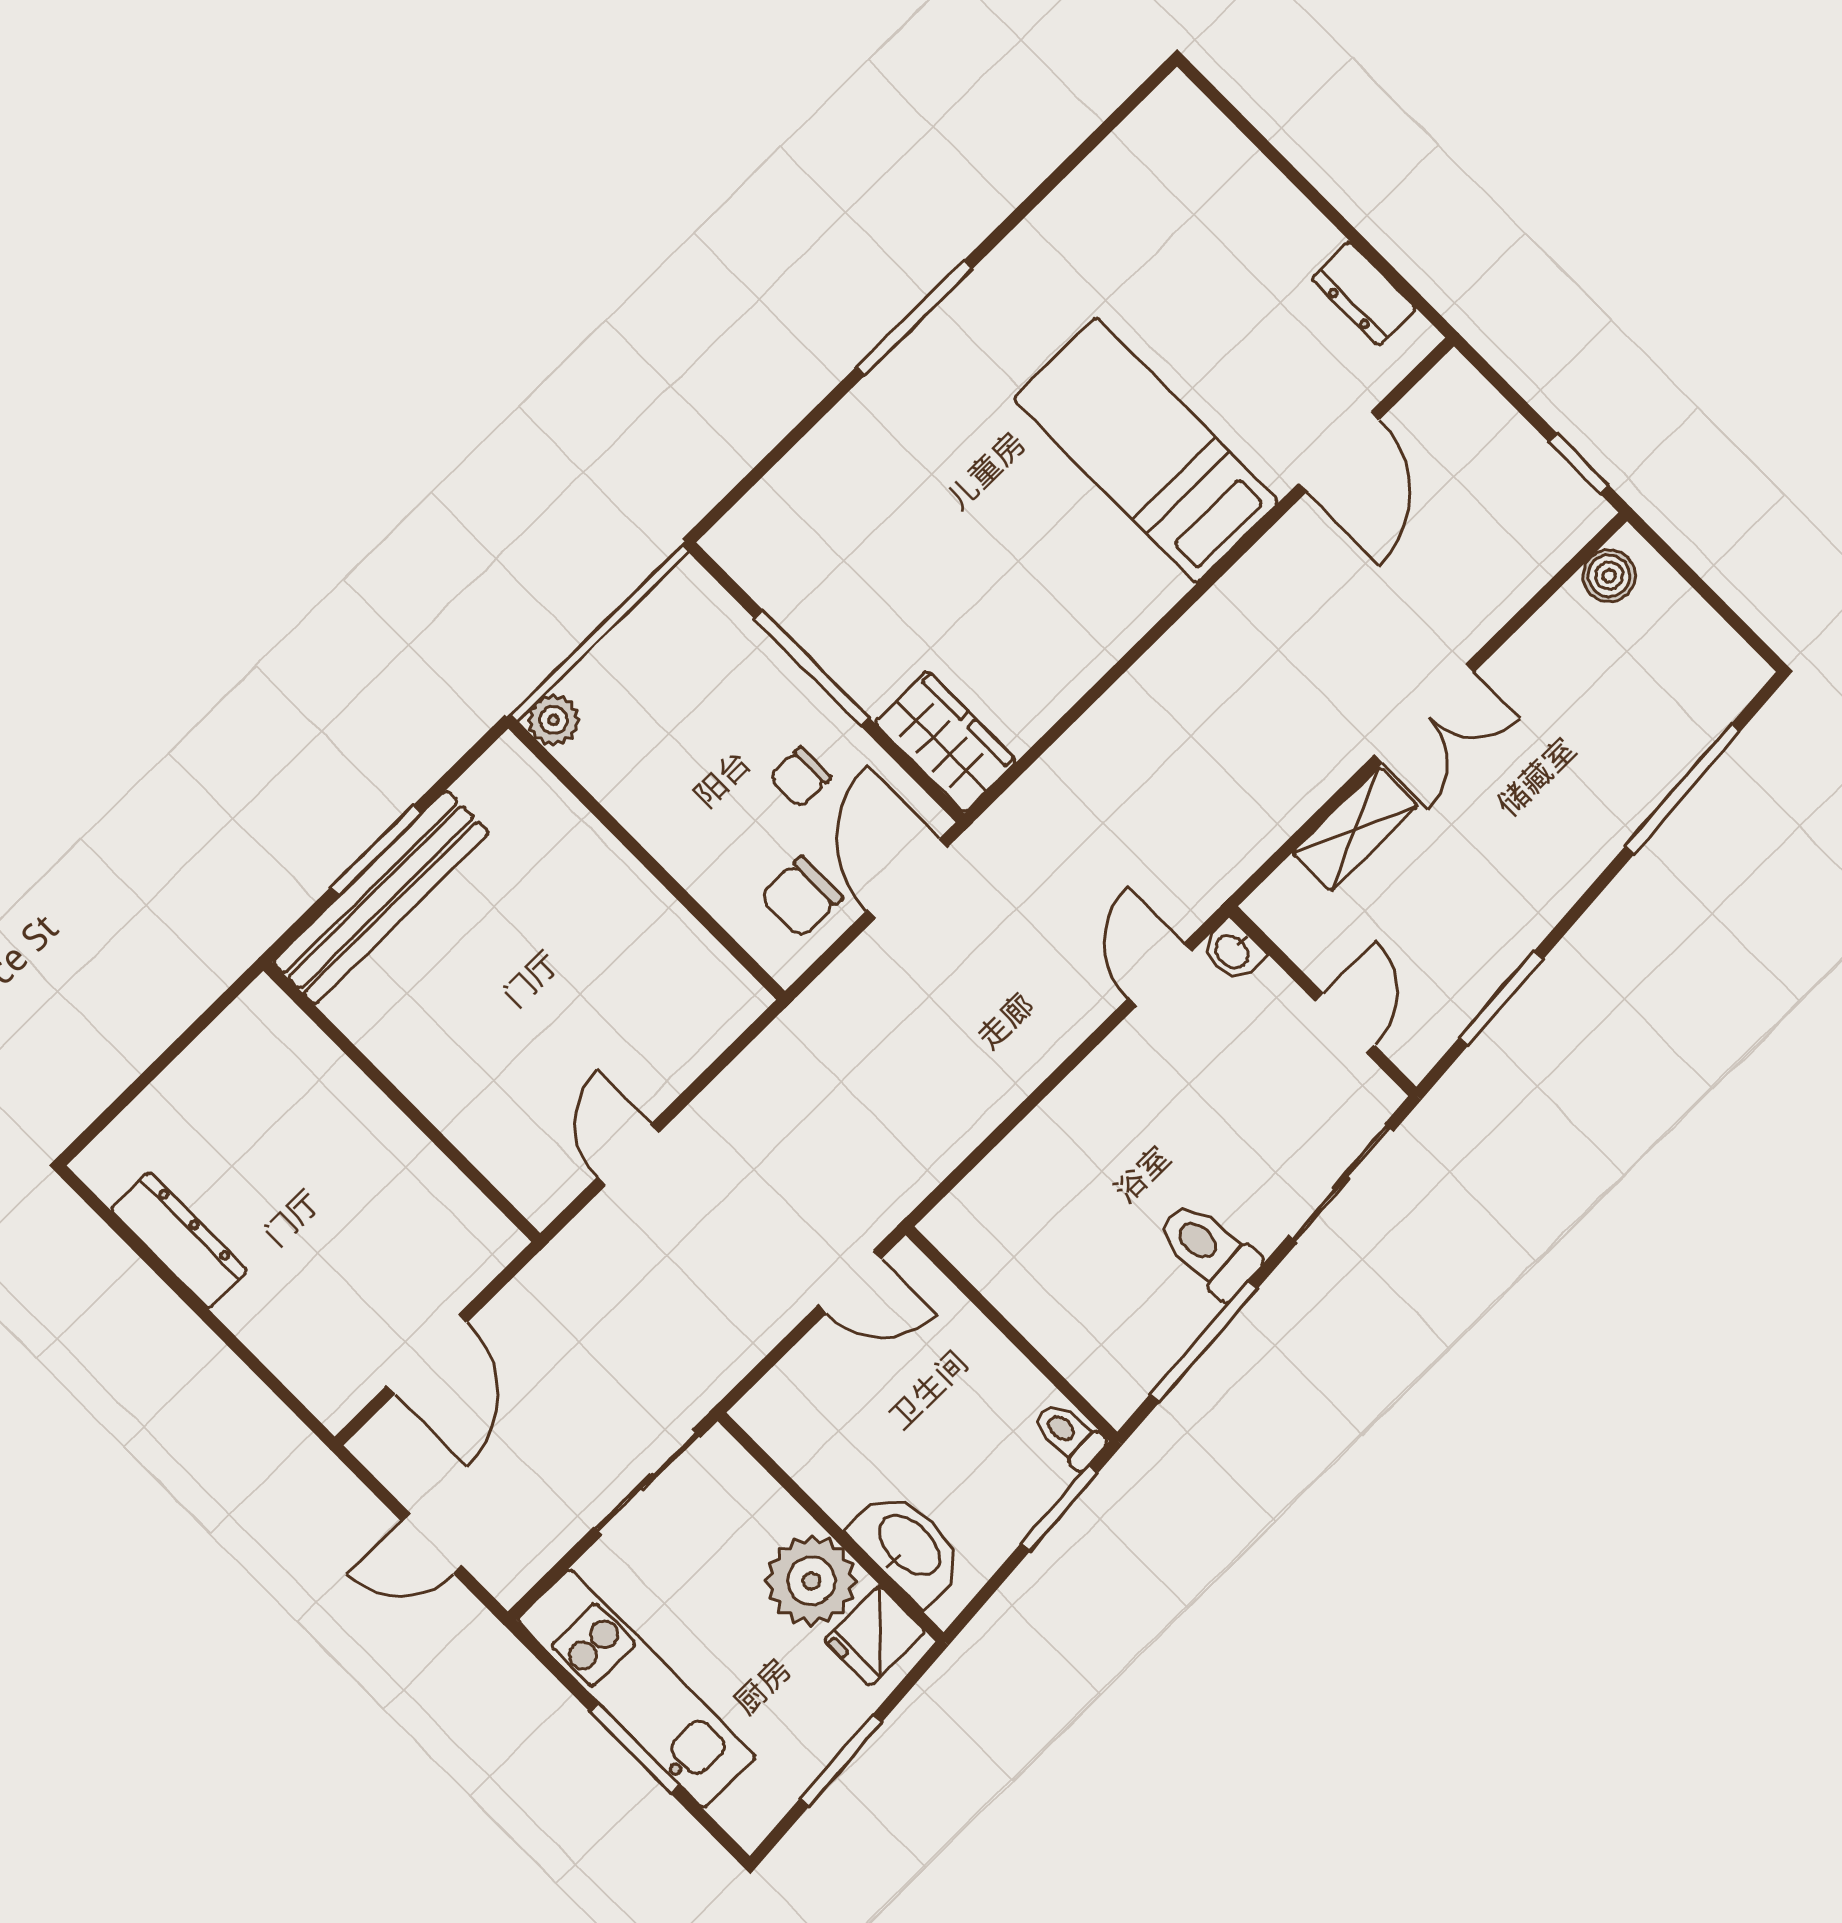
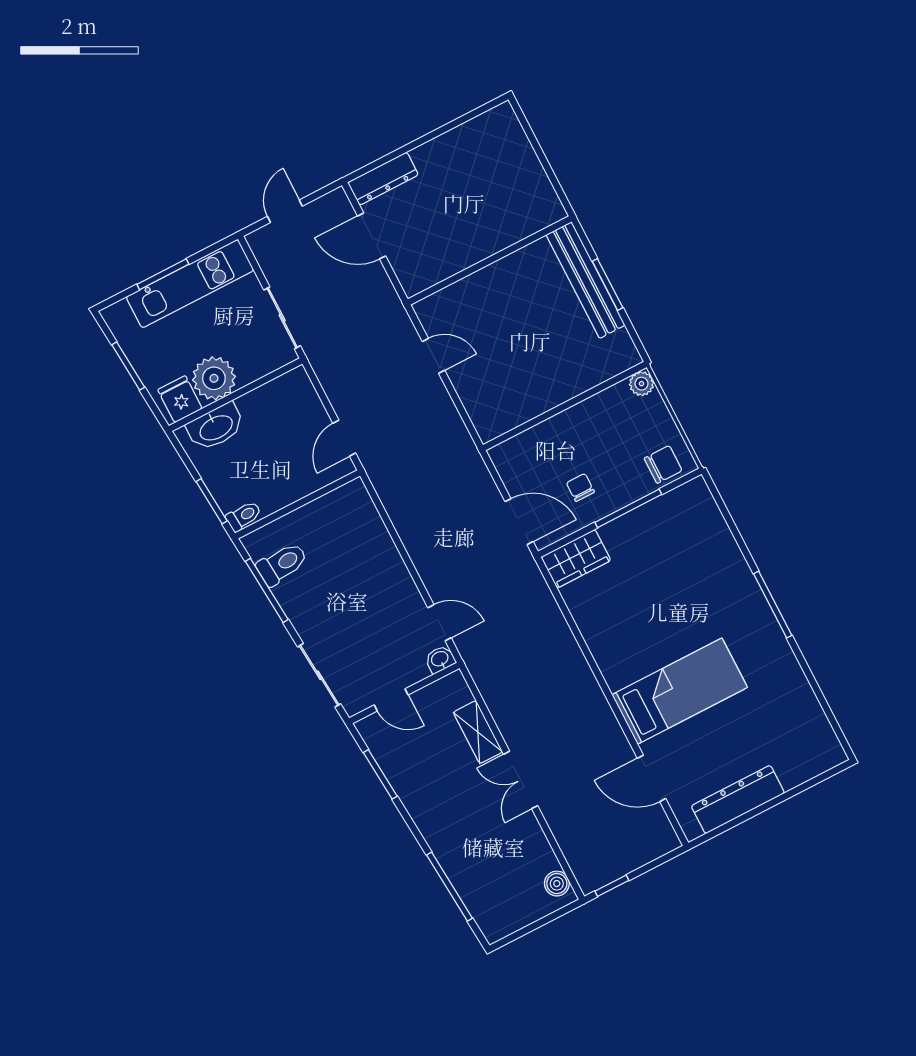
dresser: (1364, 294) -> (738, 799), width x1.96, depth x1.24
chair: (801, 897) -> (663, 464), moved, turned 90
dresser: (179, 1240) -> (383, 179), moved
toilet: (1208, 1250) -> (282, 564), moved

